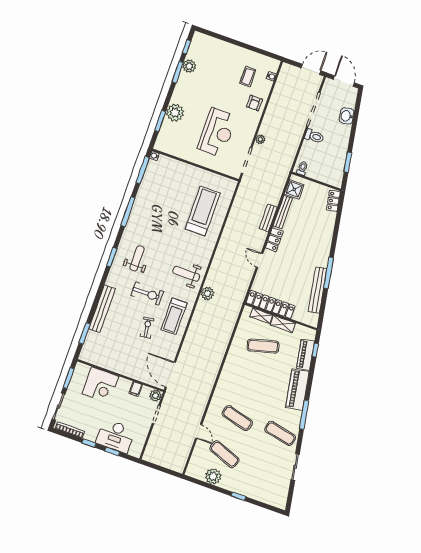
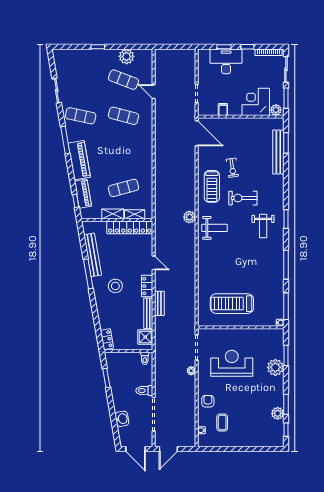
reception desk: (217, 132) -> (232, 363), turned 90
treadmill: (203, 211) -> (232, 304), moved, turned 90
stool: (306, 251) -> (115, 286), added
bench: (102, 309) -> (278, 152), moved
treadmill: (174, 316) -> (212, 186), turned 180
plant: (155, 396) -> (276, 110), moved

